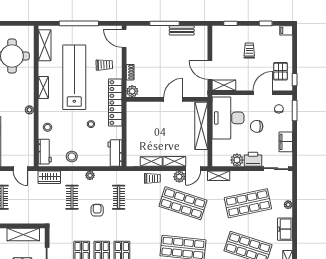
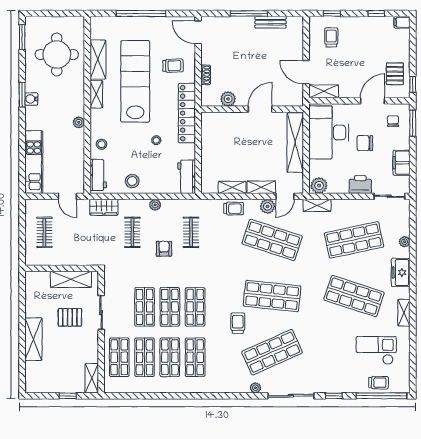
shelving: (45, 45) -> (98, 60), moved
trolley: (249, 50) -> (331, 37), moved
plant: (132, 91) -> (228, 99), moved
plant: (237, 160) -> (319, 185), moved

